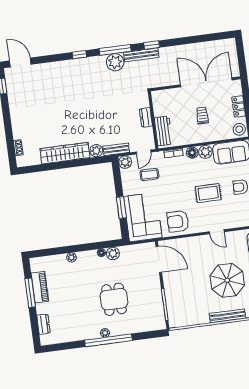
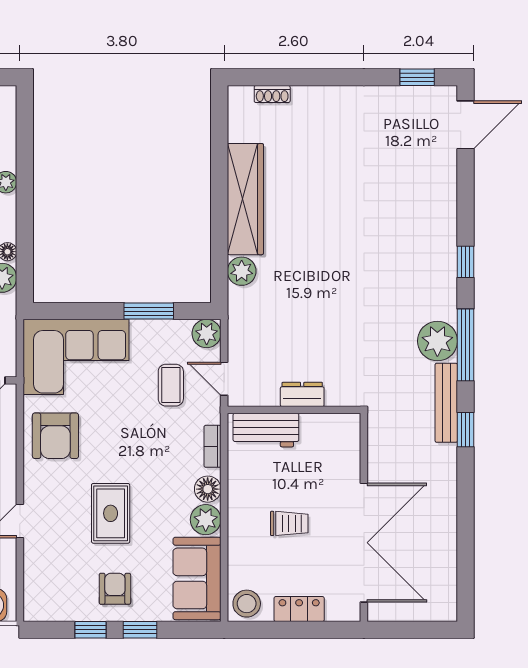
bench: (116, 149) -> (239, 317), removed
window: (121, 208) -> (149, 311), moved
armchair: (178, 221) -> (55, 436), turned 180

